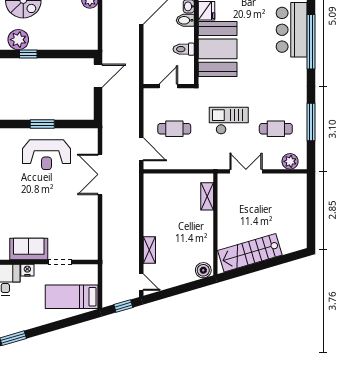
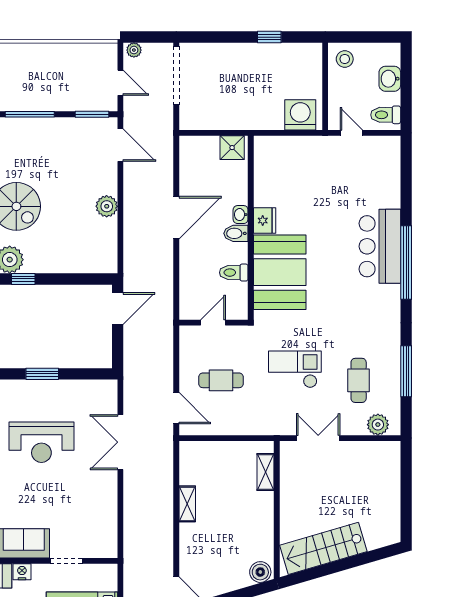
cafe table: (276, 129) -> (359, 380), turned 90
reception desk: (46, 155) -> (41, 442), moved
shelving: (149, 250) -> (187, 504), moved

